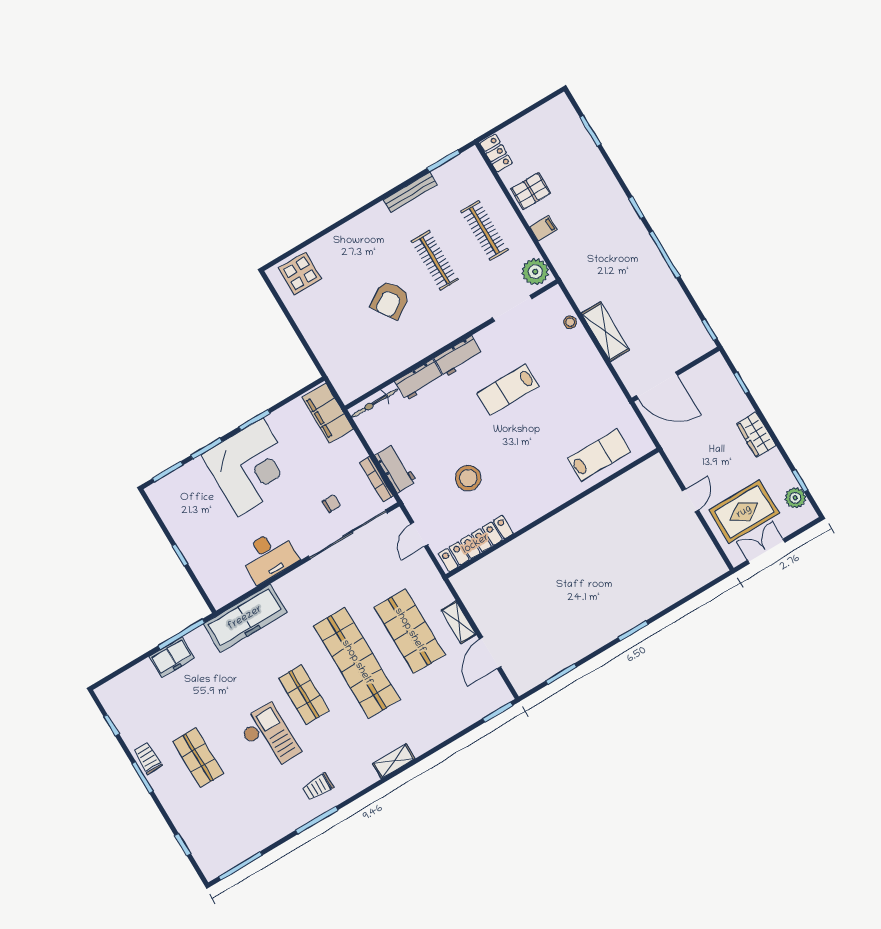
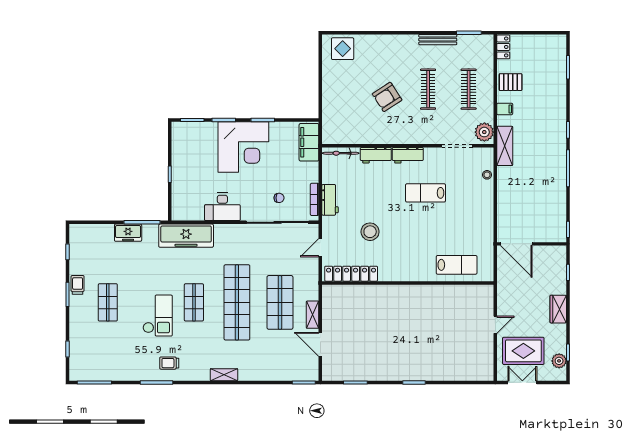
shelving: (605, 332) -> (505, 146), moved
door: (490, 653) -> (320, 344), hinge flipped

